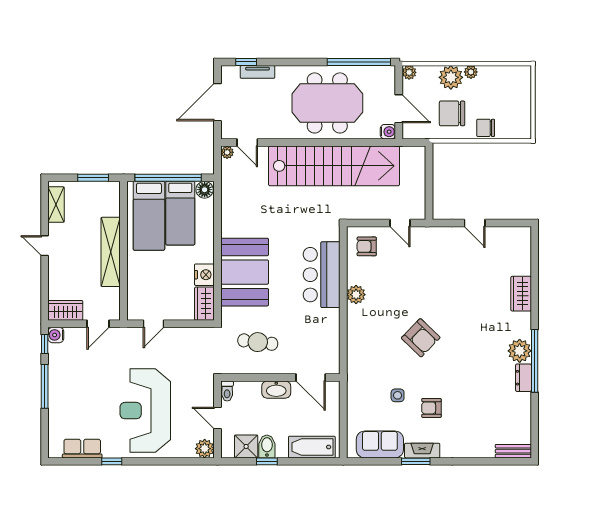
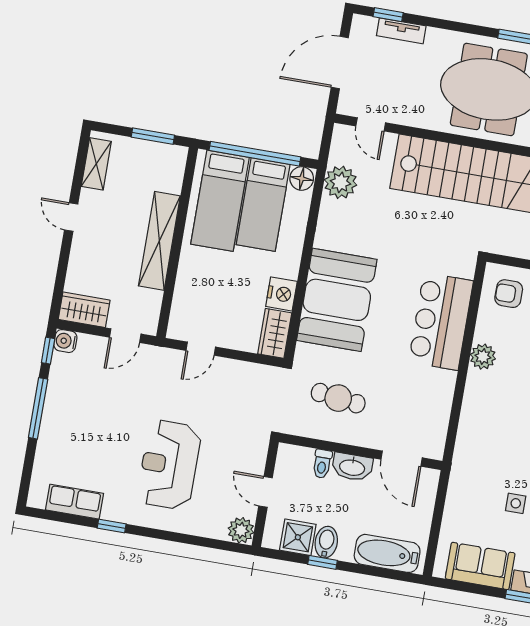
plant: (227, 152) -> (341, 182), moved, width x1.88, depth x1.88
toilet: (227, 391) -> (322, 464), moved
reception desk: (145, 411) -> (169, 465), width x0.74, depth x0.77

